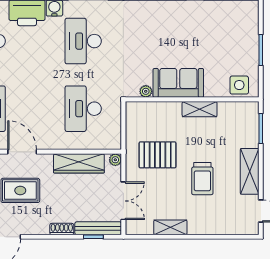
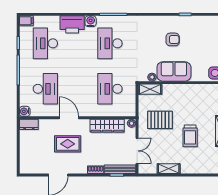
armchair: (176, 35) -> (173, 39), added
shelving: (200, 109) -> (150, 89), moved

